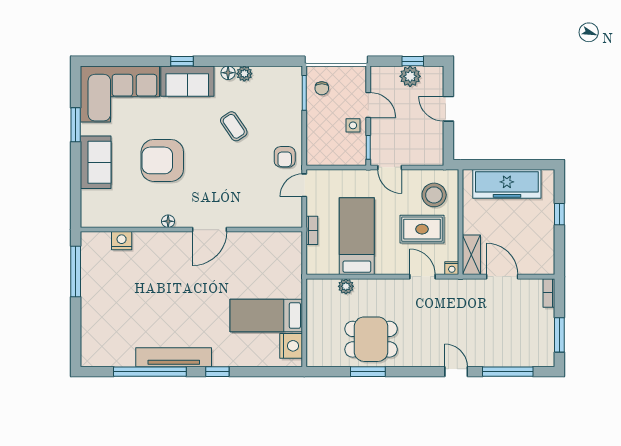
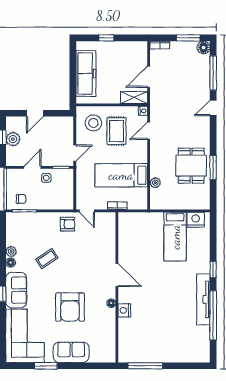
nightstand: (122, 241) -> (124, 310), moved
floor lamp: (545, 358) -> (204, 48), added

